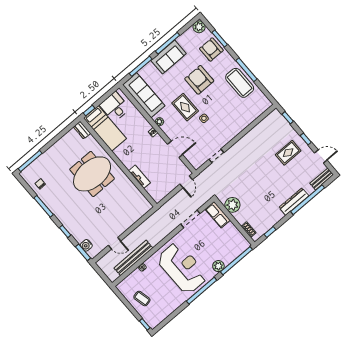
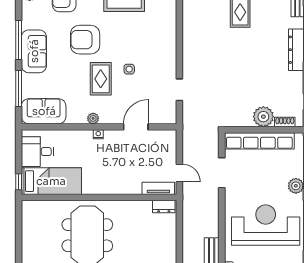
sofa: (144, 95) -> (44, 111), width x0.73
rug: (185, 107) -> (101, 79), turned 90
dresser: (82, 130) -> (164, 207), moved
tv unit: (139, 177) -> (158, 188), moved
door: (186, 182) -> (179, 173), moved
plant: (232, 205) -> (263, 117), moved
row of seats: (218, 215) -> (259, 141), width x2.02

